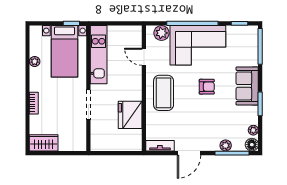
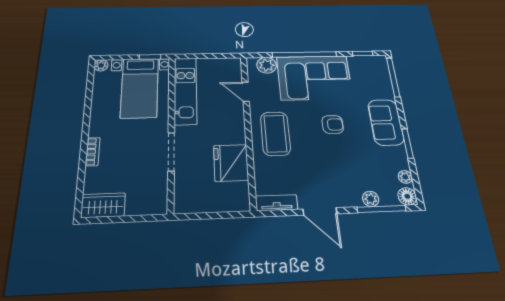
plant: (35, 62) -> (101, 65), moved
door: (189, 153) -> (320, 211), hinge flipped

